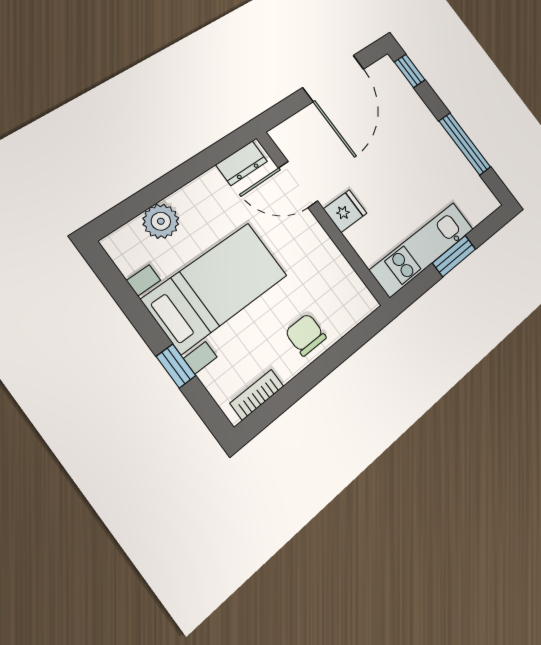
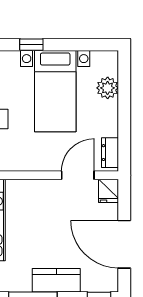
kitchen counter: (428, 130) -> (56, 280), added
fridge: (345, 211) -> (109, 191), moved

